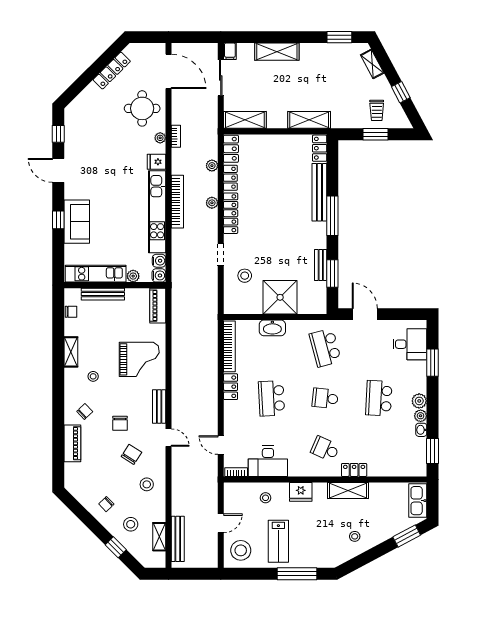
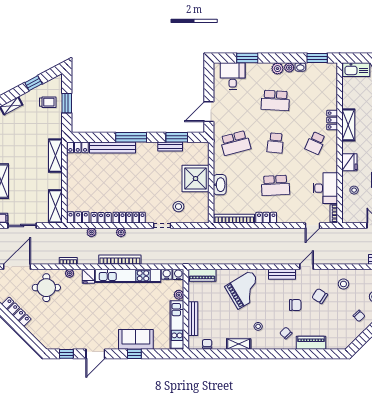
grand piano: (139, 359) -> (245, 290), turned 59

